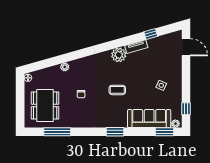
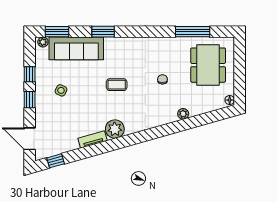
window: (151, 34) -> (56, 161), moved
window: (186, 78) -> (30, 100), added
window: (186, 109) -> (30, 74), moved
window: (115, 132) -> (103, 32), moved

